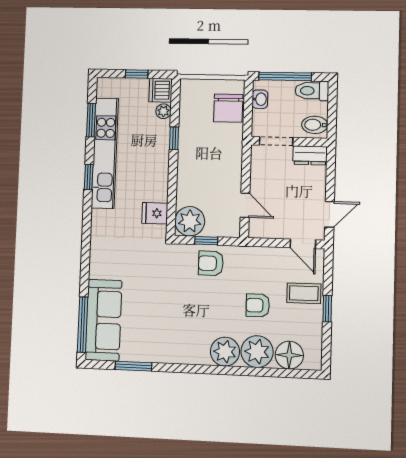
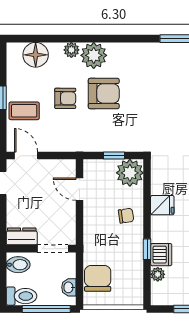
dishwasher: (161, 90) -> (161, 255), moved
chair: (195, 175) -> (126, 216), added
fridge: (155, 213) -> (162, 205), moved
armchair: (211, 263) -> (104, 93), moved, width x1.38, depth x1.38
plant: (257, 352) -> (71, 50), width x0.53, depth x0.53

